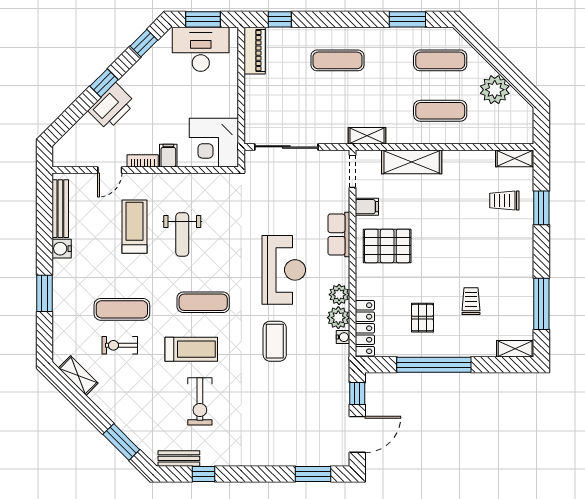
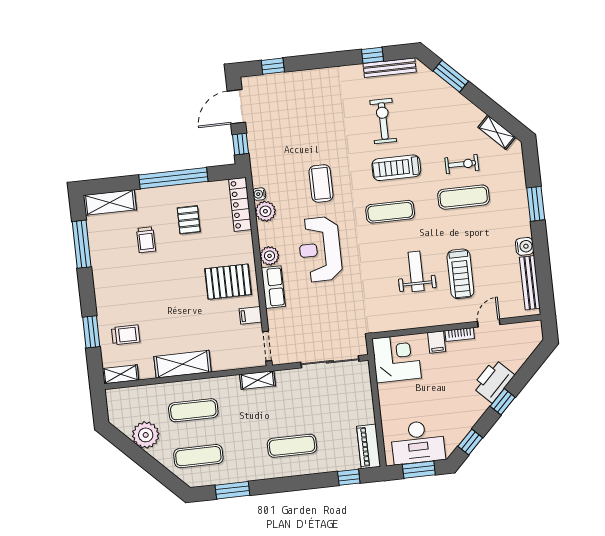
shelving: (412, 162) -> (183, 364), moved
plant: (339, 295) -> (270, 256), moved
shelving: (515, 349) -> (110, 202), width x1.50, depth x1.33
bench: (179, 458) -> (390, 68), width x1.36
window: (313, 474) -> (273, 66), width x0.67

